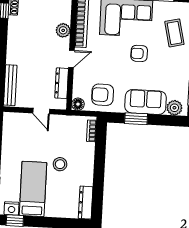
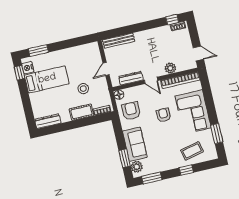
armchair: (139, 53) -> (164, 115), moved
window: (136, 119) -> (125, 158), moved
cot: (86, 157) -> (82, 112), added
stool: (60, 164) -> (83, 89), moved

